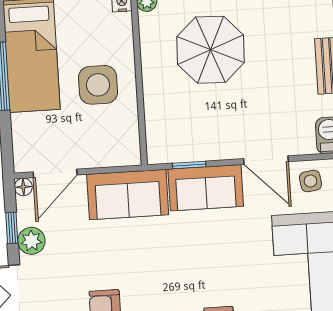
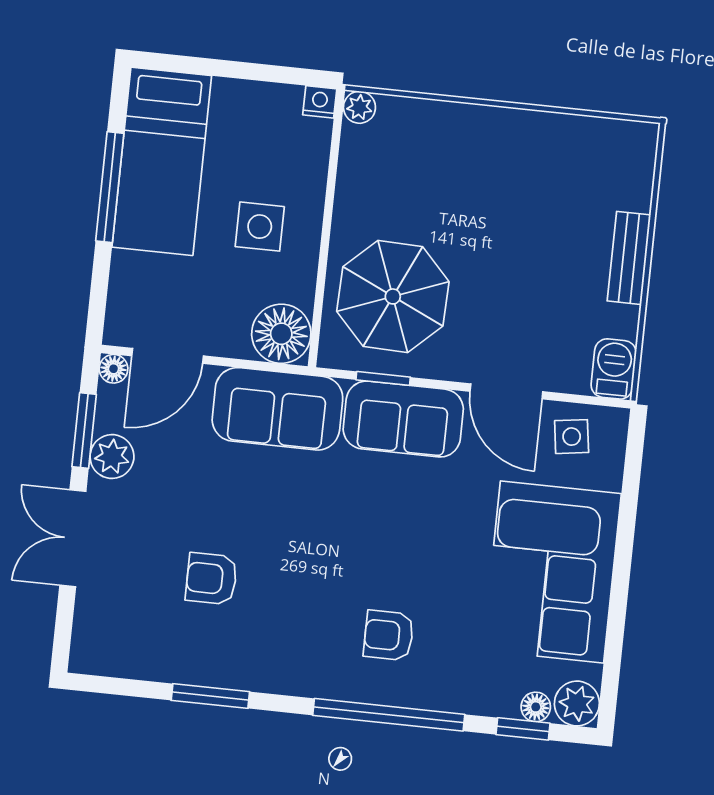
parasol: (211, 50) -> (393, 296), moved
side table: (98, 85) -> (260, 227), width x0.73, depth x0.73
floor lamp: (122, 148) -> (281, 334), added
window: (12, 228) -> (84, 431), width x1.50

